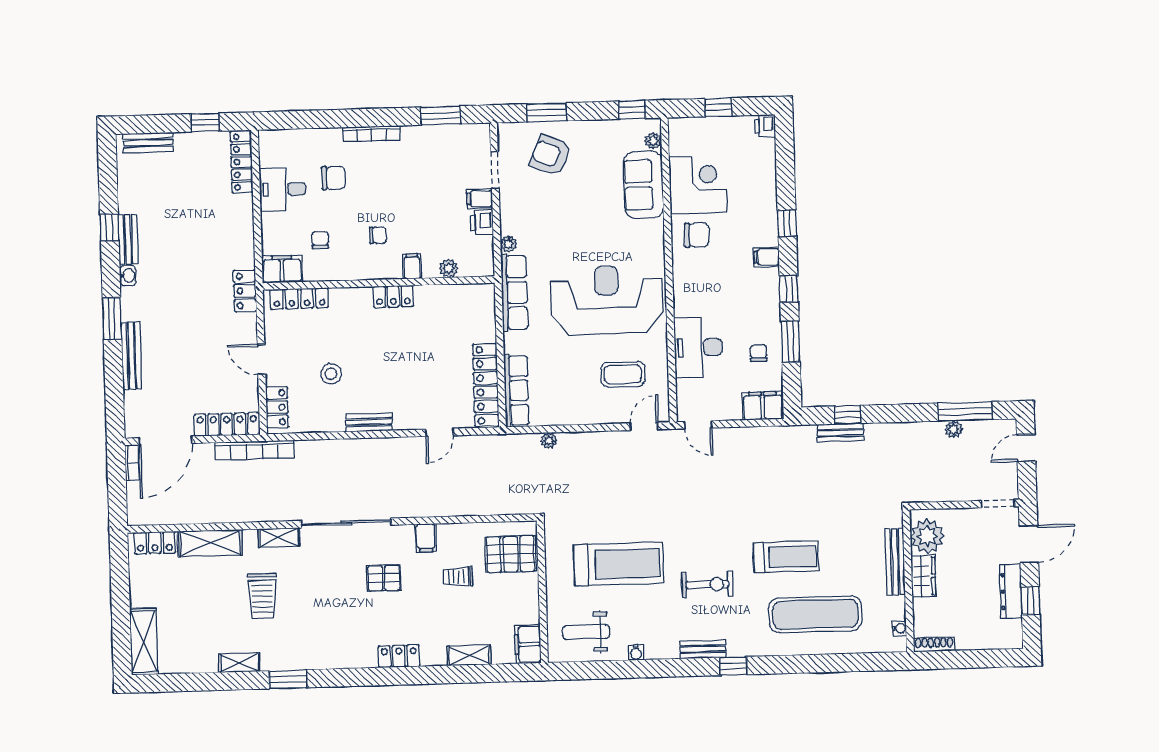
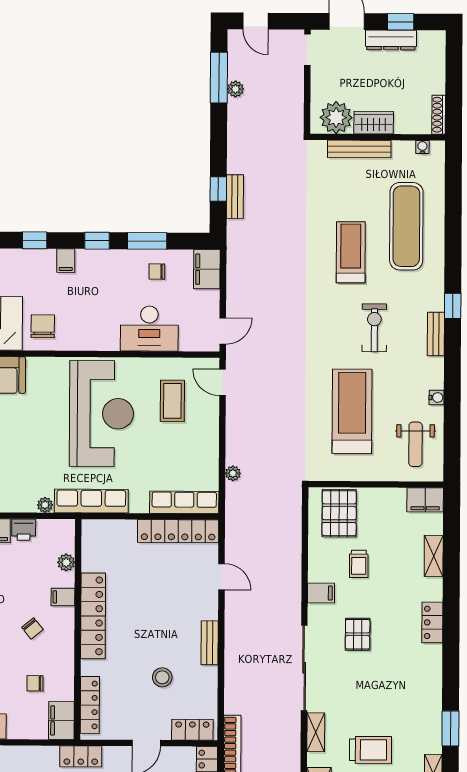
chair: (378, 235) -> (32, 628), turned 141
locker: (393, 296) -> (93, 616), width x2.16, depth x1.21
reception desk: (607, 300) -> (101, 414), turned 180

